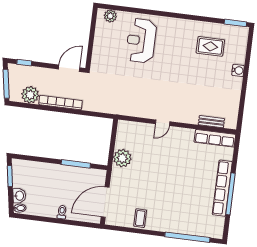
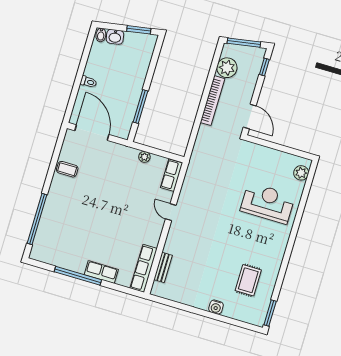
row of seats: (131, 127) -> (172, 175), added
plant: (122, 158) -> (144, 157), width x0.53, depth x0.53
row of seats: (222, 188) -> (101, 272), width x0.50

